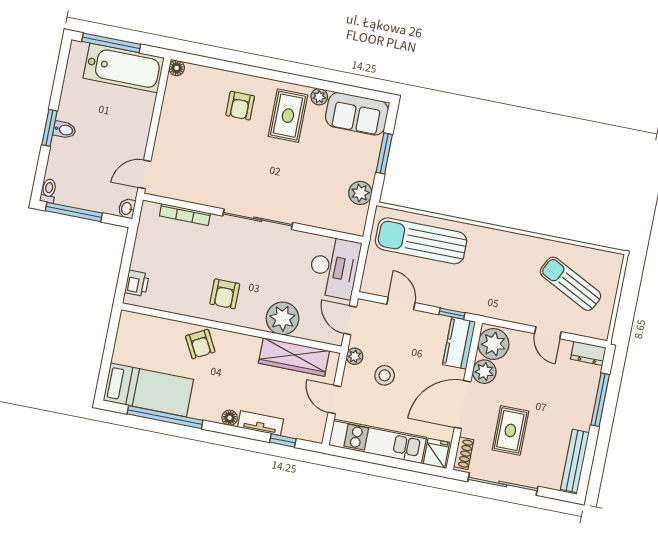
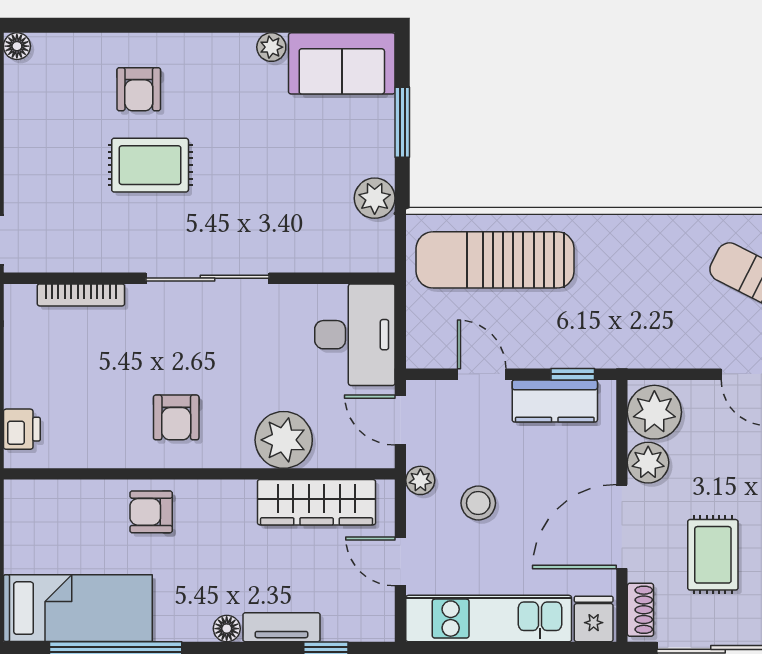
rug: (288, 116) -> (150, 165), moved, turned 90
kitchen counter: (459, 343) -> (555, 401), moved, turned -90
armchair: (200, 344) -> (151, 512), turned 118

